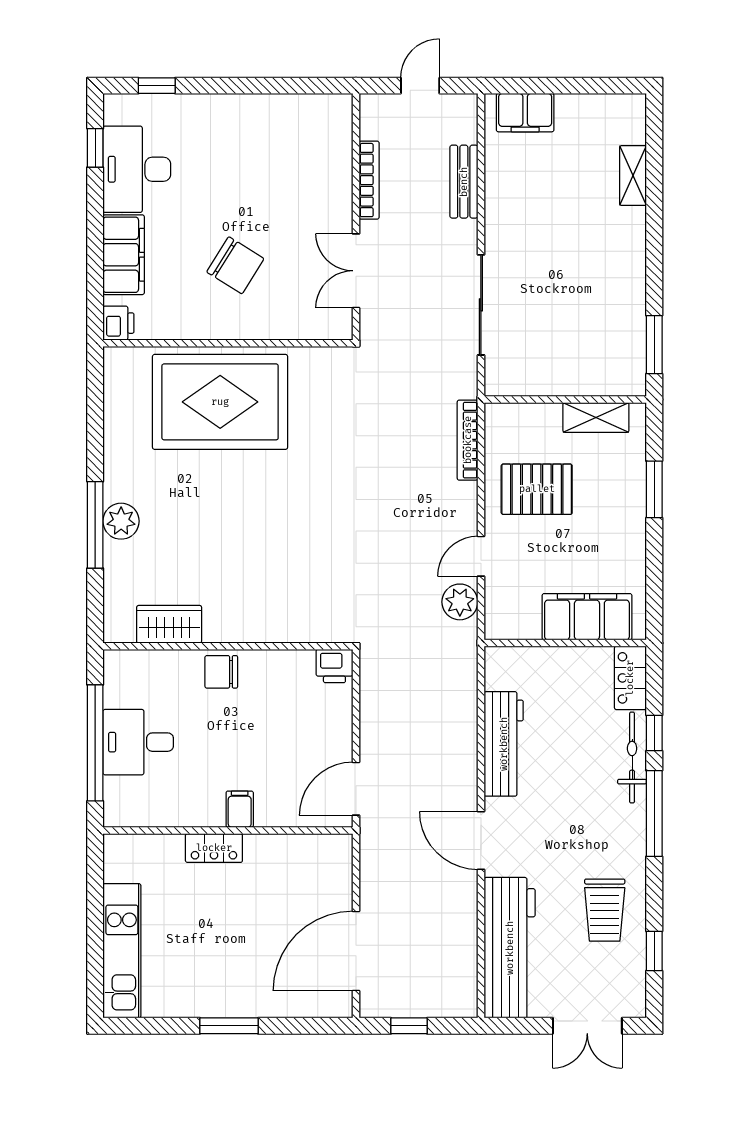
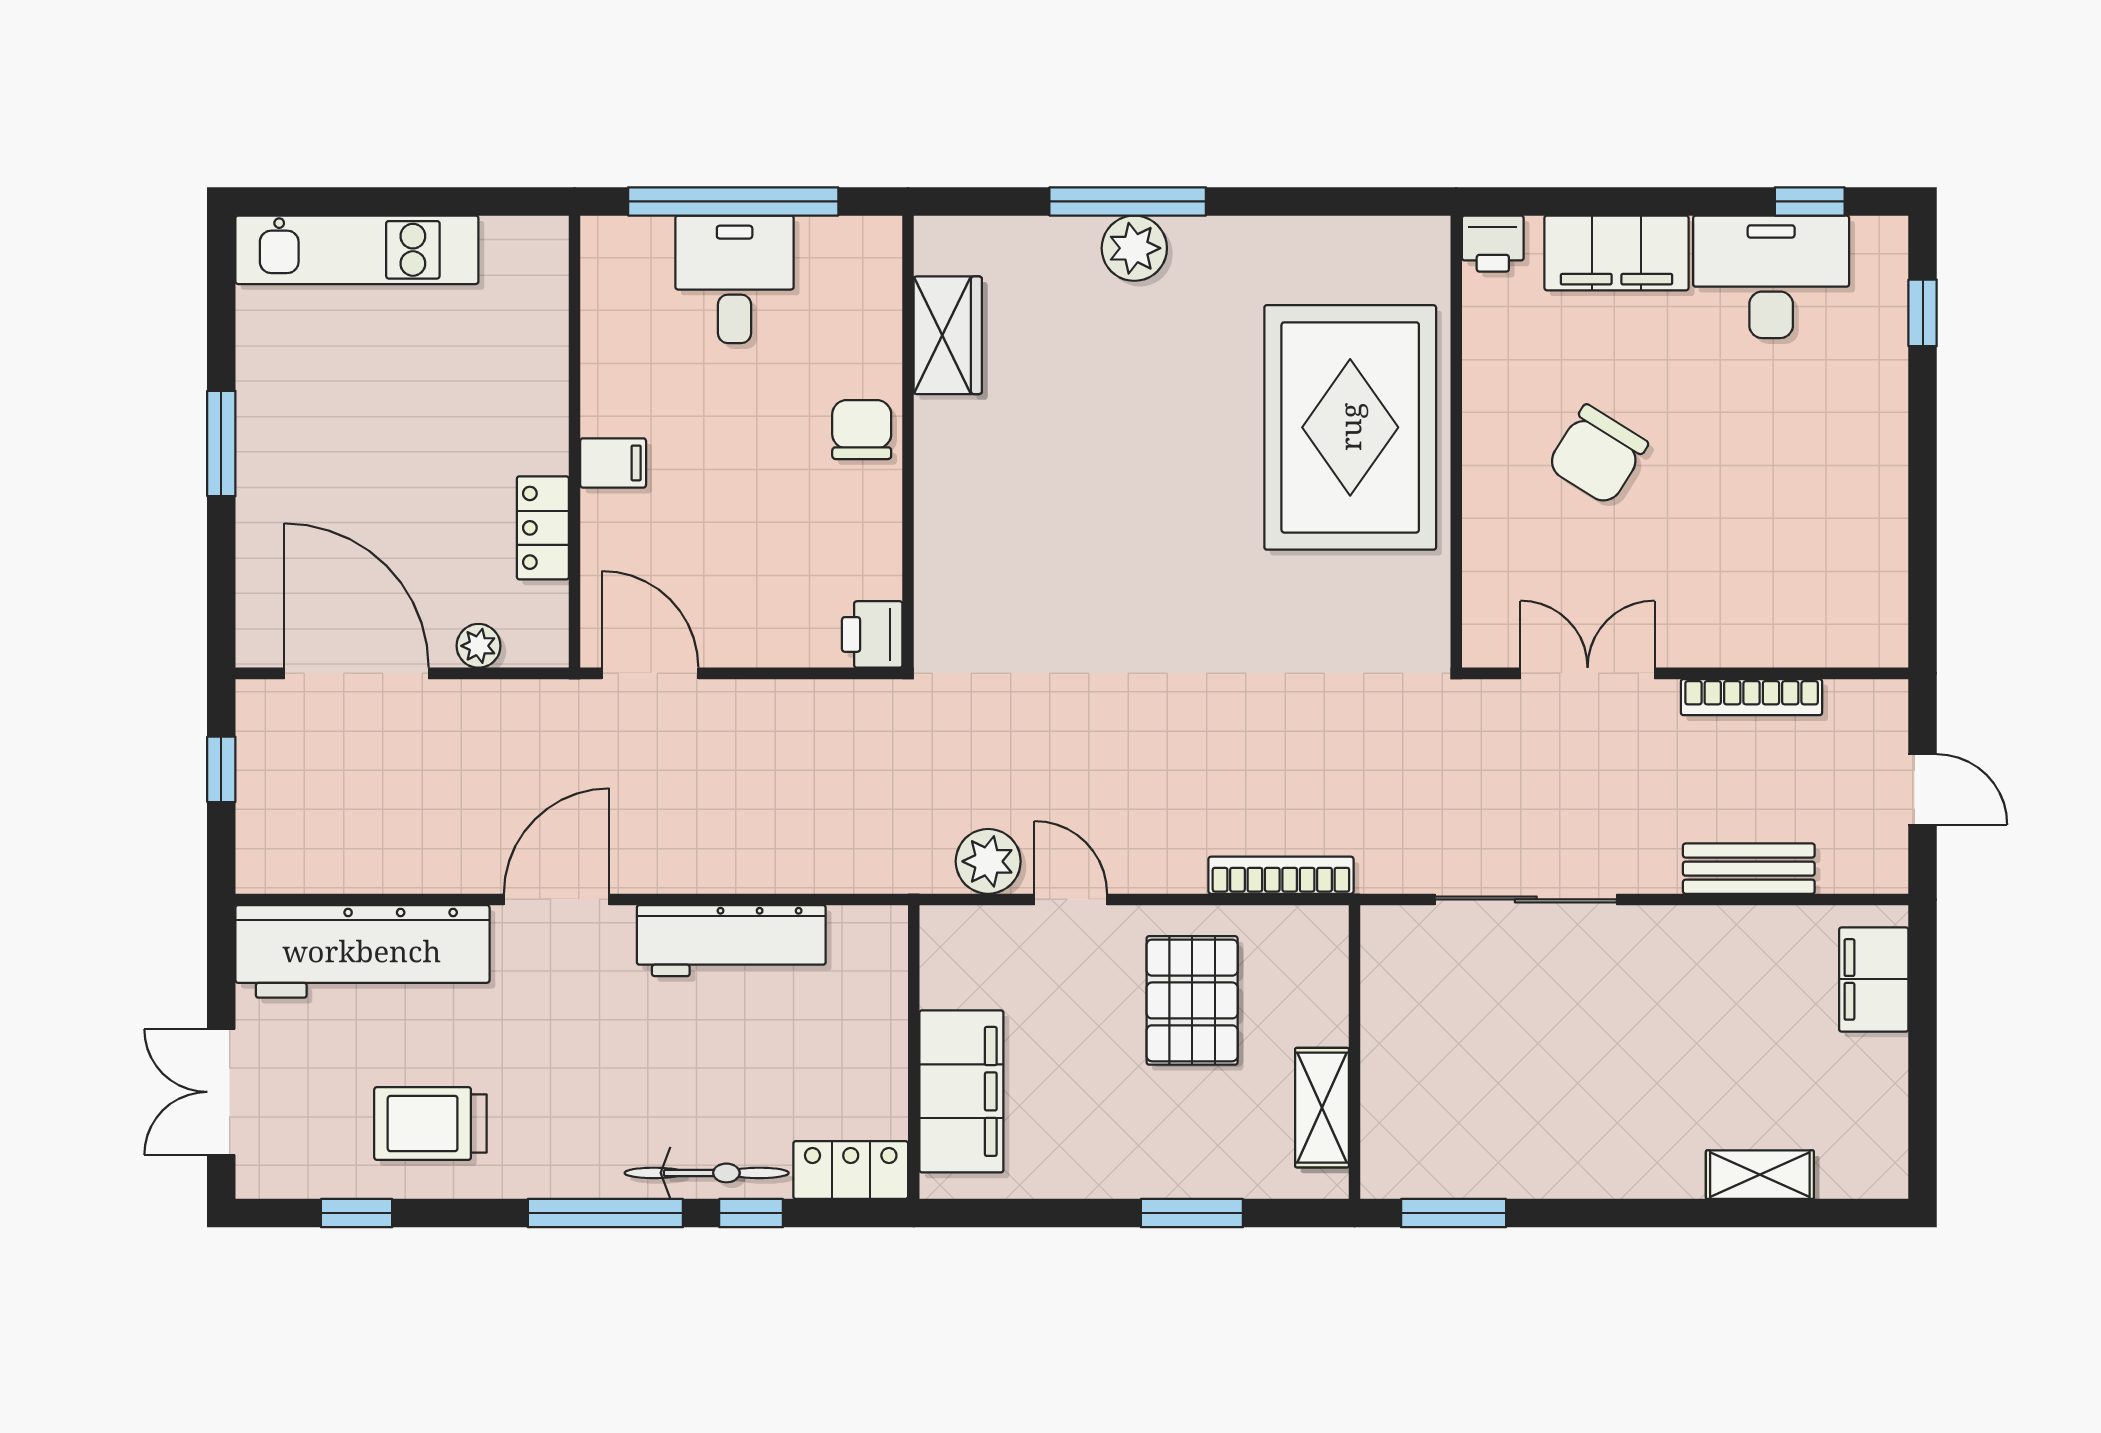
locker: (214, 848) -> (543, 528), moved
plant: (341, 884) -> (479, 646), added

